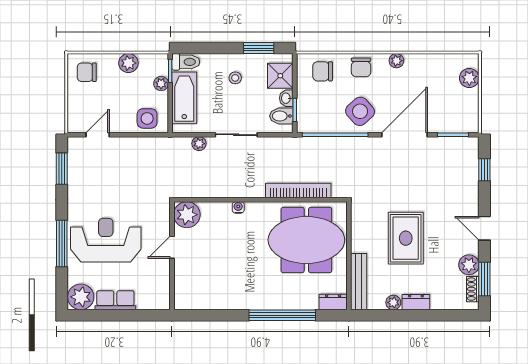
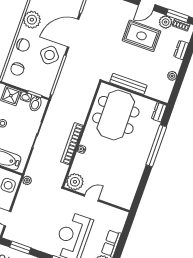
plant: (396, 61) -> (32, 20), width x1.87, depth x1.87
door: (405, 135) -> (73, 33), hinge flipped
plant: (199, 144) -> (27, 180), moved
bookcase: (298, 190) -> (72, 144), moved
rug: (406, 238) -> (142, 36), moved
door: (172, 247) -> (91, 198), swing flipped
bench: (359, 282) -> (128, 84), moved
dresser: (416, 302) -> (181, 50), moved

